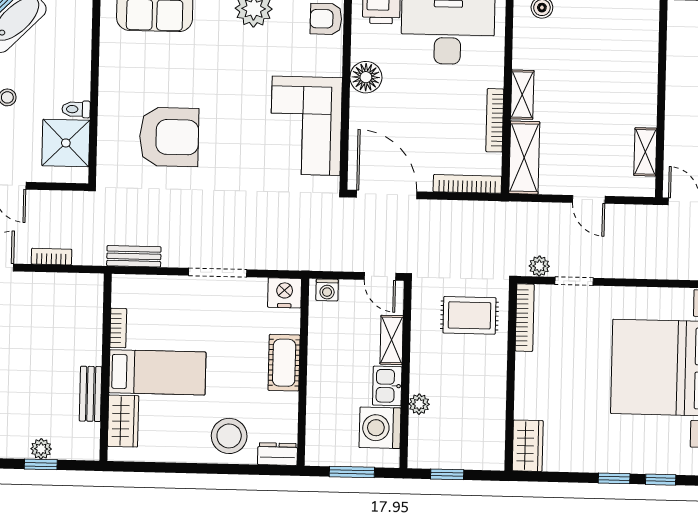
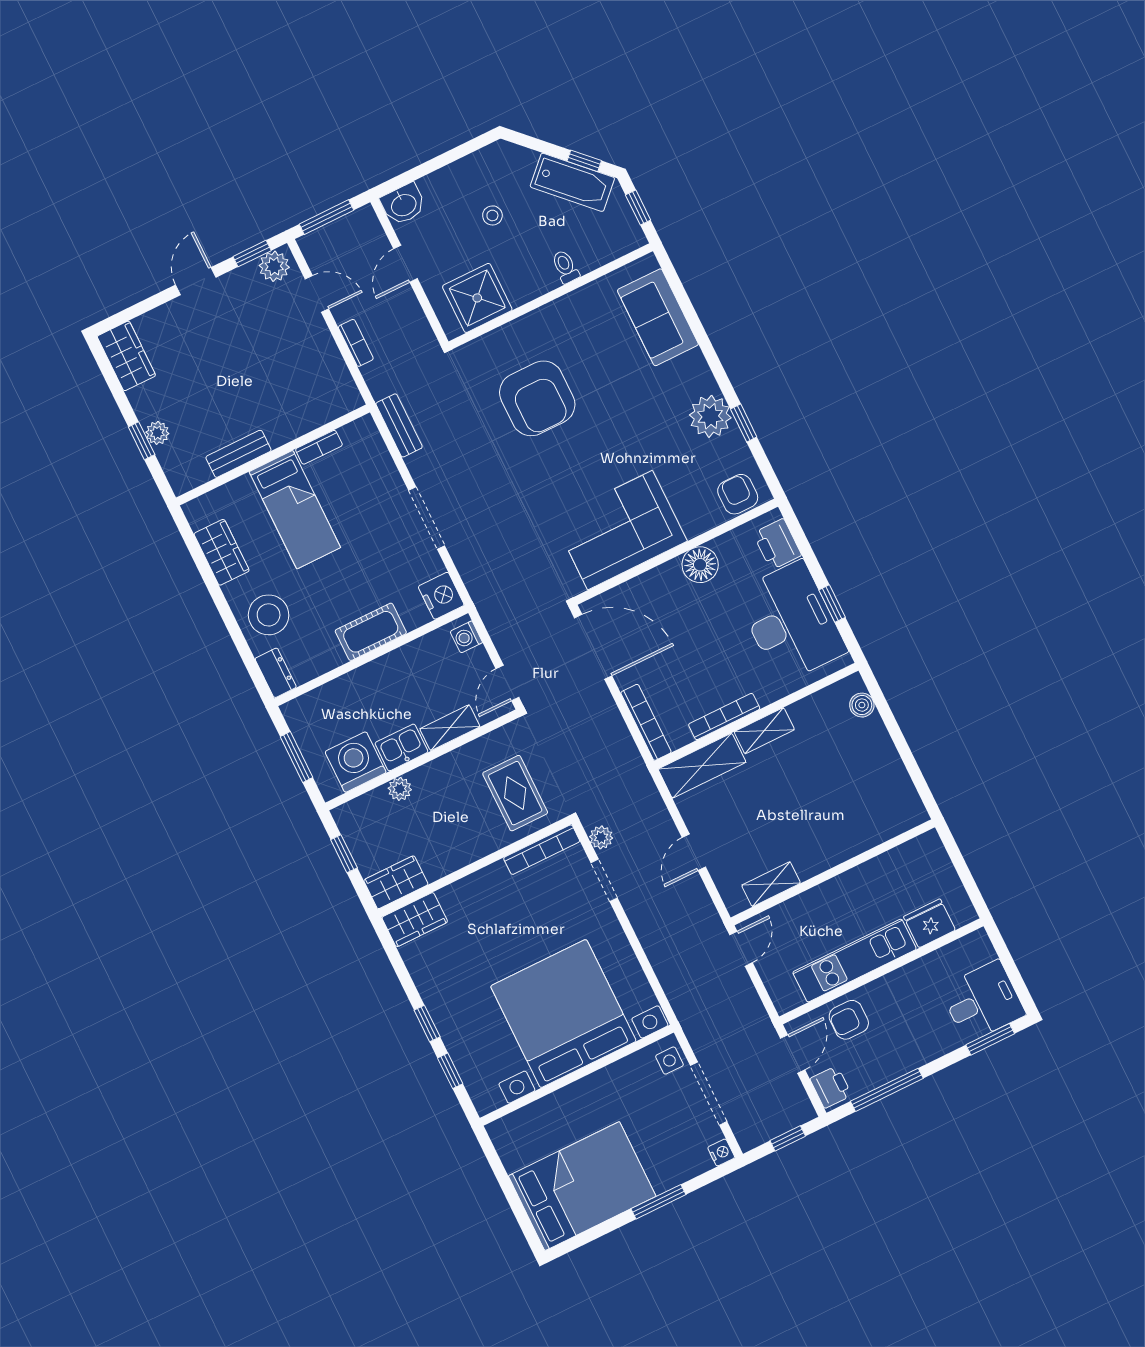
toilet: (76, 109) -> (565, 267), moved
door: (387, 195) -> (593, 647), hinge flipped
wardrobe: (123, 421) -> (222, 552), moved, turned -90
wardrobe: (491, 445) -> (396, 882), added

